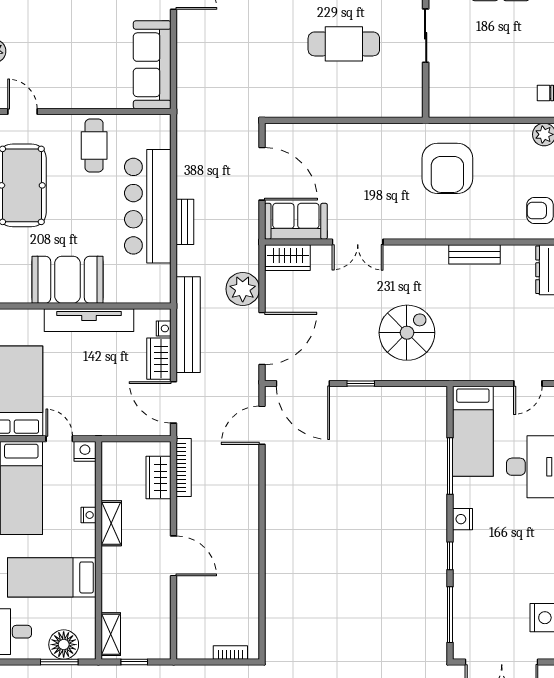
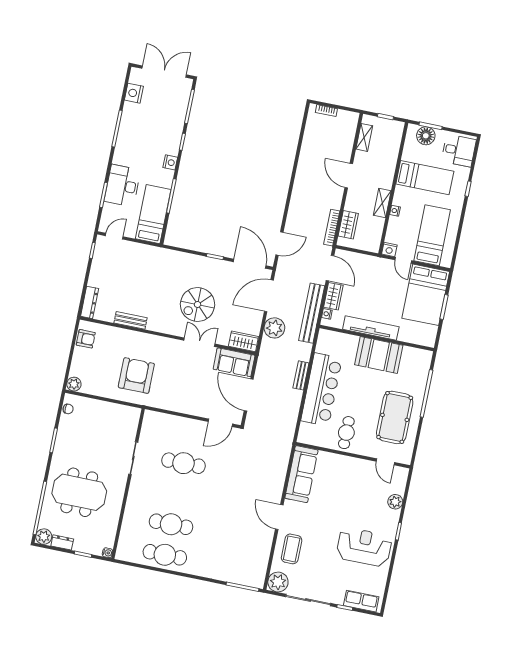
door: (298, 120) -> (220, 423), added
spiral stairs: (407, 333) -> (198, 304), moved
shelving: (111, 634) -> (364, 137), moved

